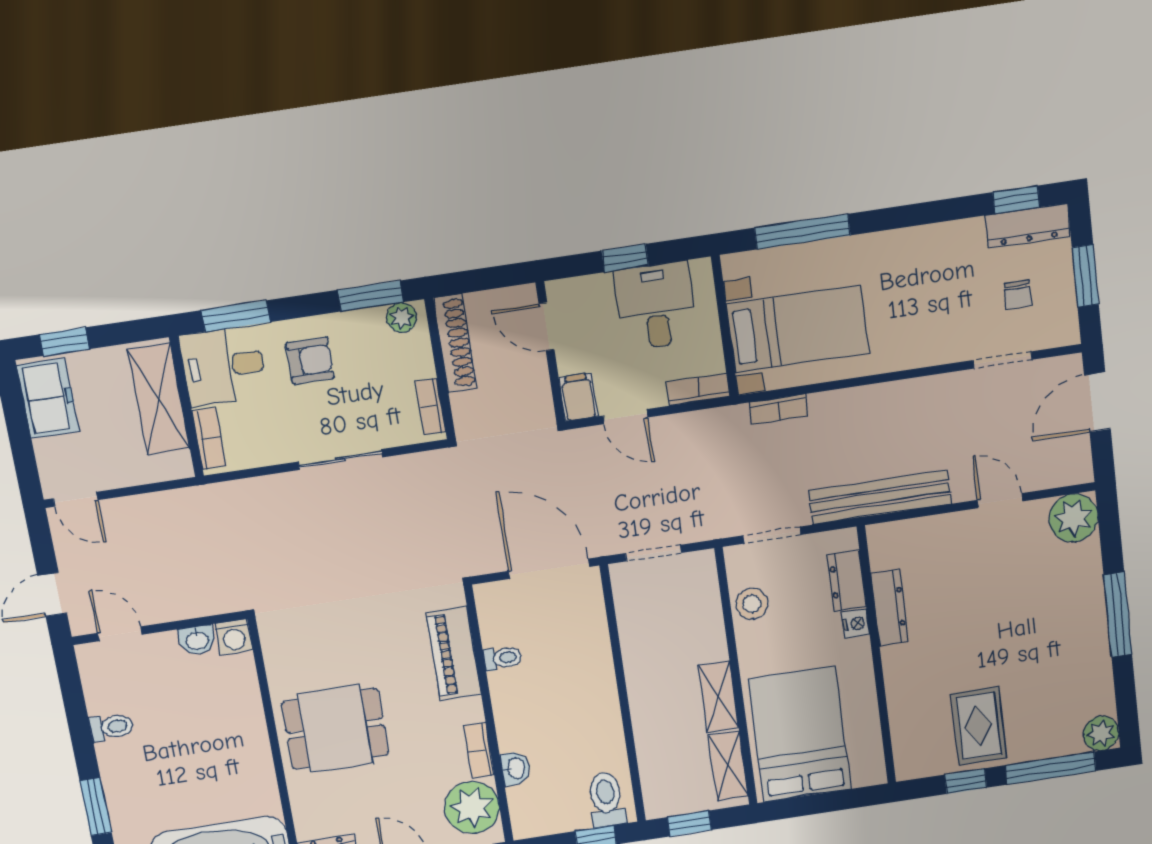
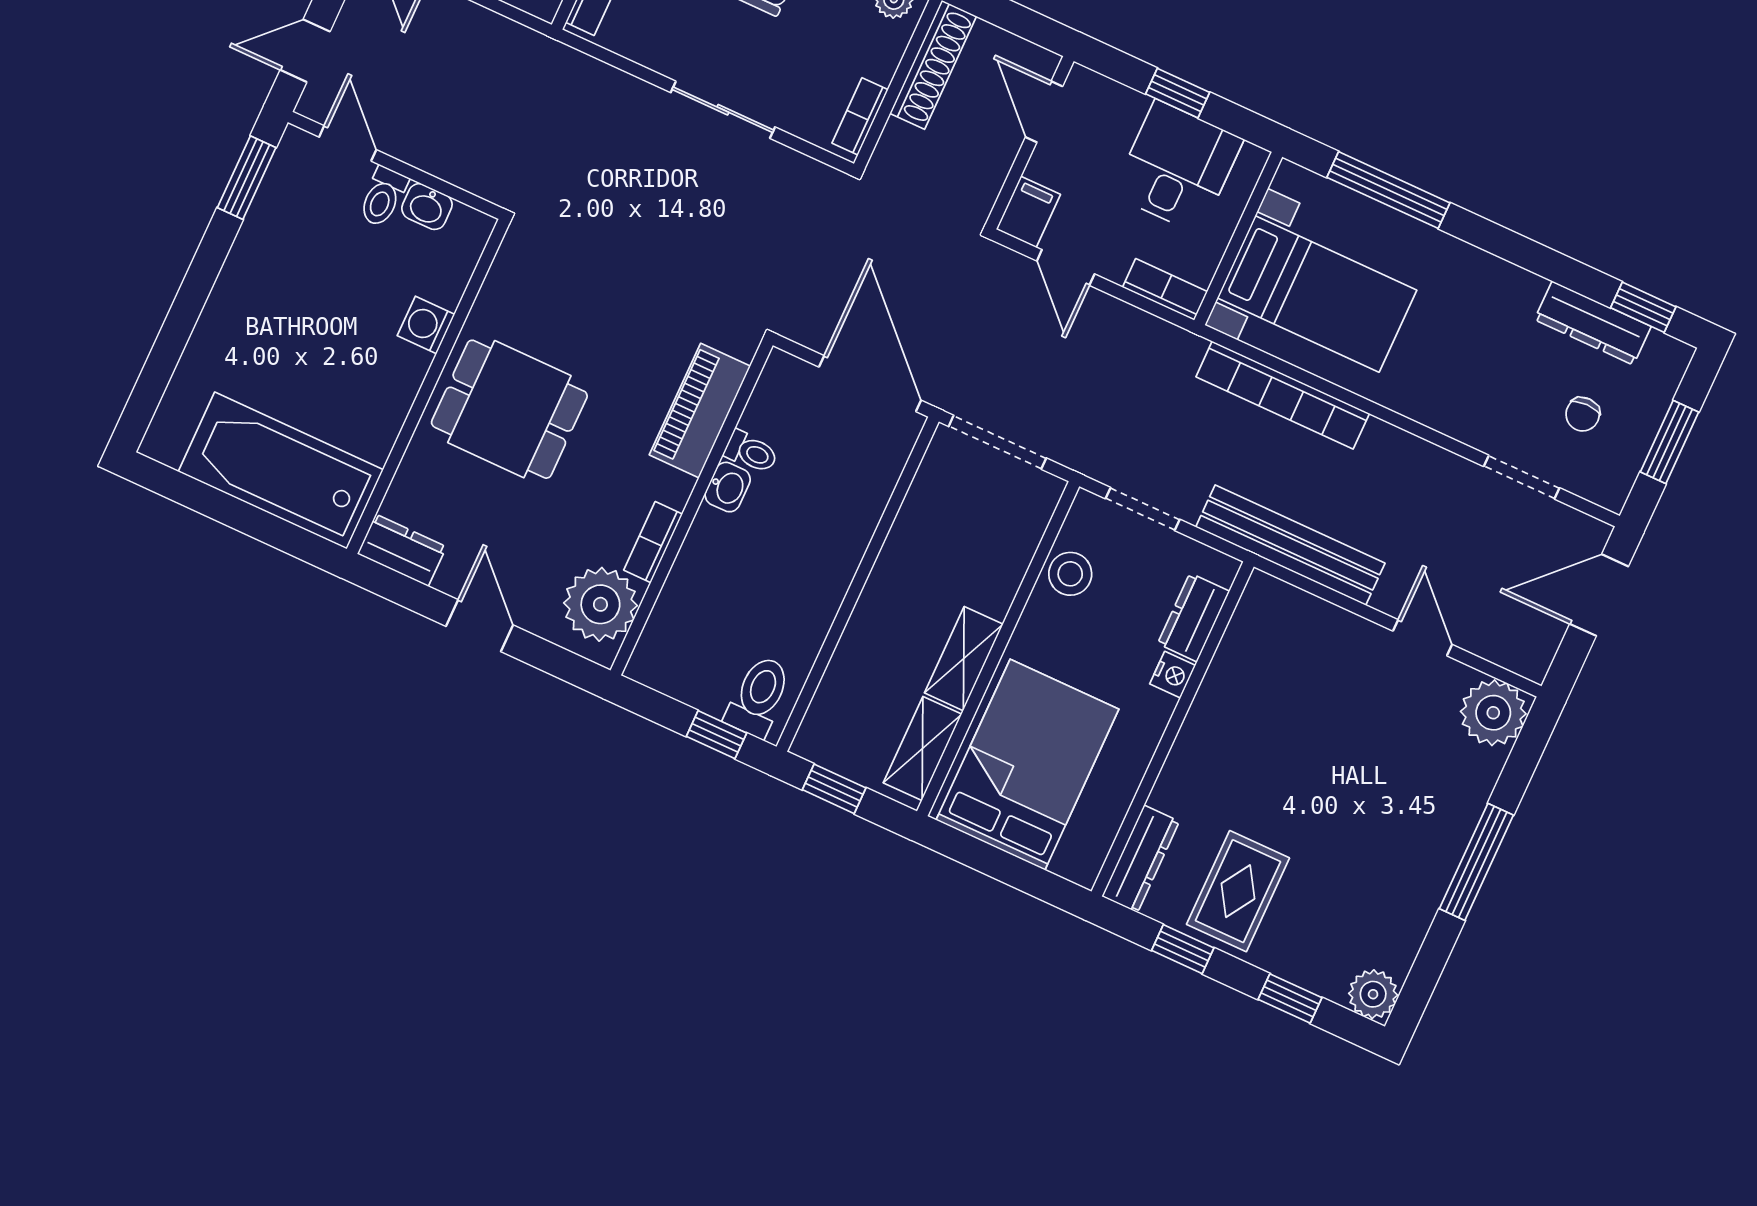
dresser: (1028, 226) -> (1593, 323), moved
bookcase: (779, 409) -> (1283, 395), width x2.31, depth x1.31
doorway: (653, 553) -> (997, 442), width x1.38
dresser: (890, 608) -> (1141, 859), moved
washing machine: (234, 637) -> (426, 325), moved, turned 90
toilet: (112, 727) -> (383, 197), moved, turned 90
washbasin: (515, 768) -> (728, 487), moved
window: (1051, 768) -> (1290, 998), width x0.46
window: (96, 807) -> (247, 178), moved

